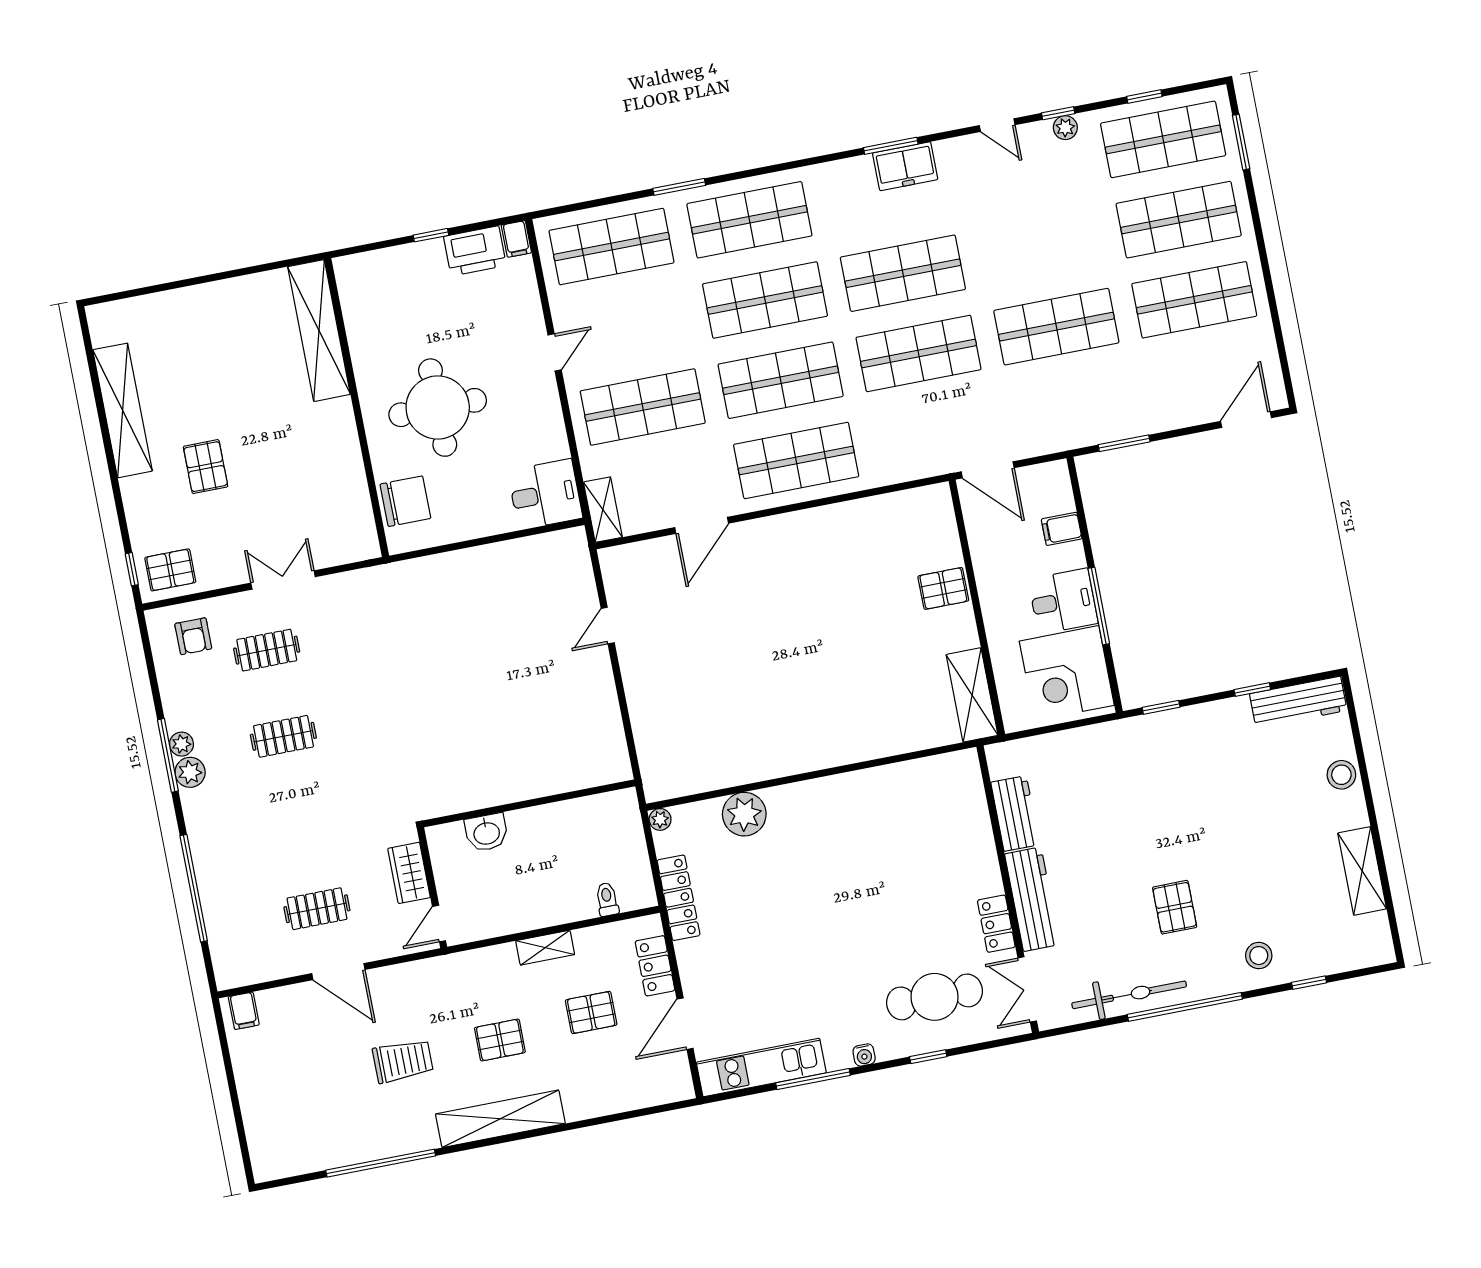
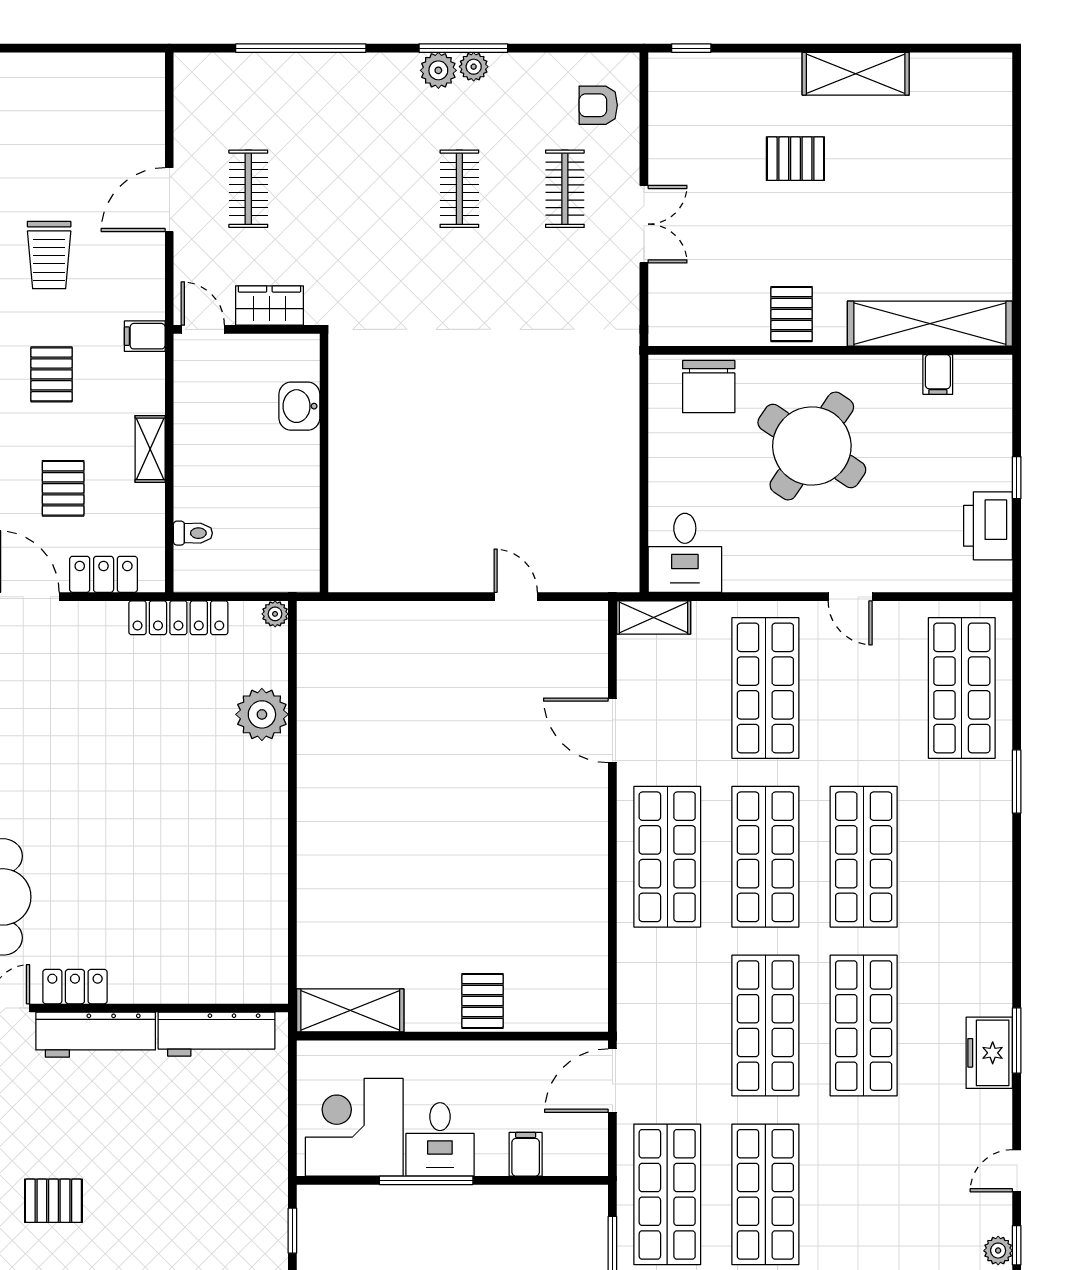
shop shelf: (749, 220) -> (667, 1194), moved
filing cabinet: (516, 239) -> (938, 375), moved, turned -90
round table: (438, 408) -> (812, 446), turned 34
shelving: (123, 410) -> (856, 74), width x0.68
pallet: (170, 570) -> (792, 314), moved
workbench: (1015, 813) -> (217, 1034), width x1.38
filing cabinet: (244, 1011) -> (145, 336), moved

